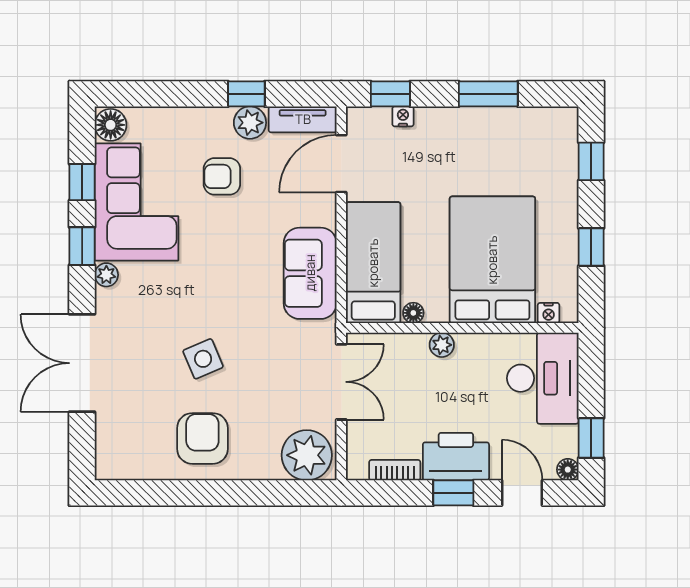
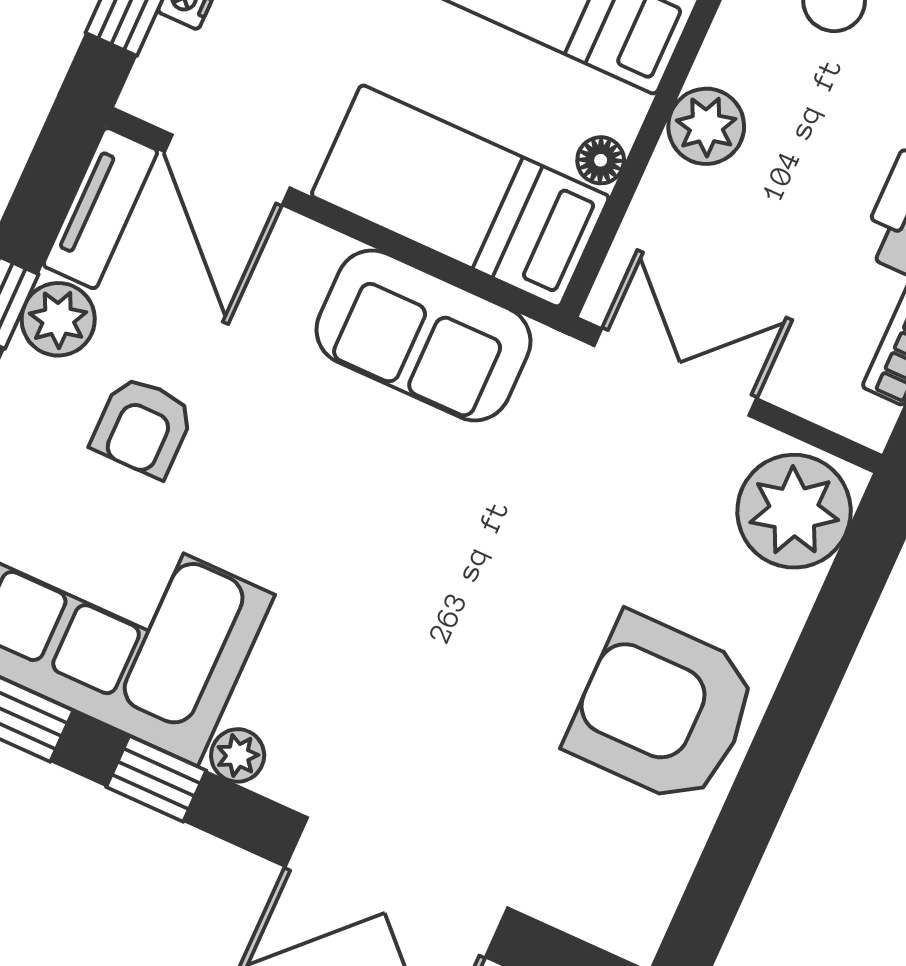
plant: (442, 345) -> (706, 126), width x1.38, depth x1.38
side table: (203, 359) -> (500, 635), removed
armchair: (202, 438) -> (663, 710), width x1.36, depth x1.36

